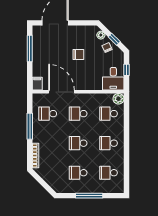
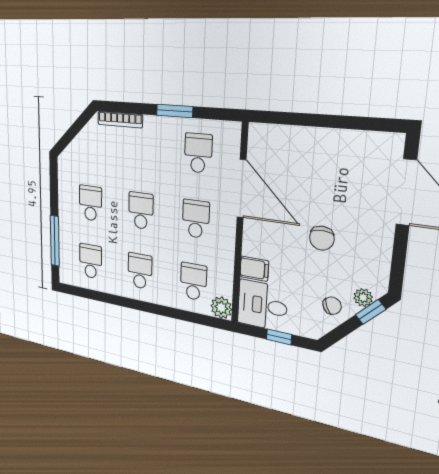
window: (114, 39) -> (371, 312), moved
window: (30, 48) -> (347, 122), removed
filing cabinet: (37, 84) -> (254, 269), moved
door: (61, 92) -> (242, 189), hinge flipped
window: (30, 126) -> (175, 111), width x0.69
window: (89, 196) -> (55, 241), moved

